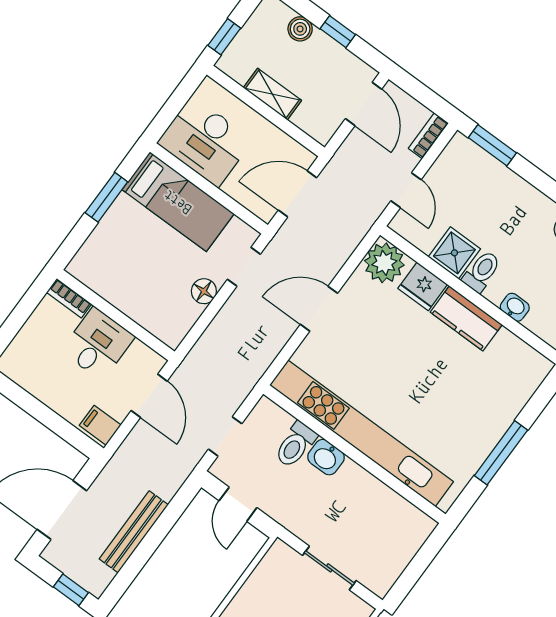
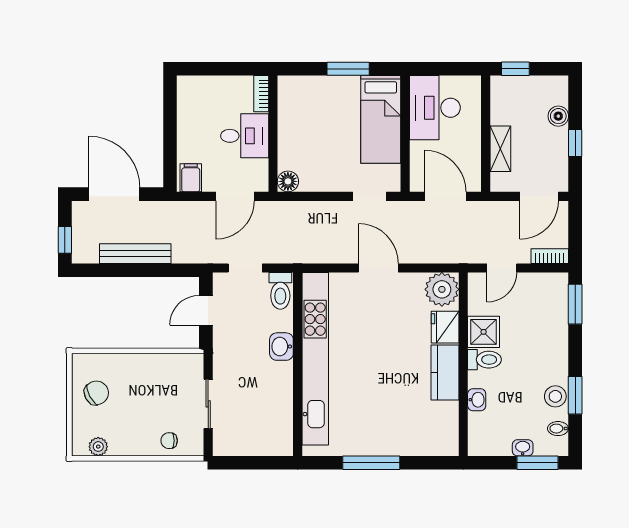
shelving: (272, 94) -> (500, 149), moved
floor lamp: (204, 291) -> (288, 181), moved
toilet: (295, 445) -> (280, 291), moved, turned -90

